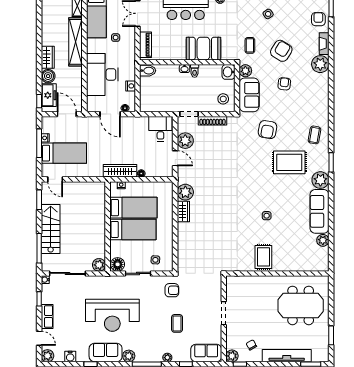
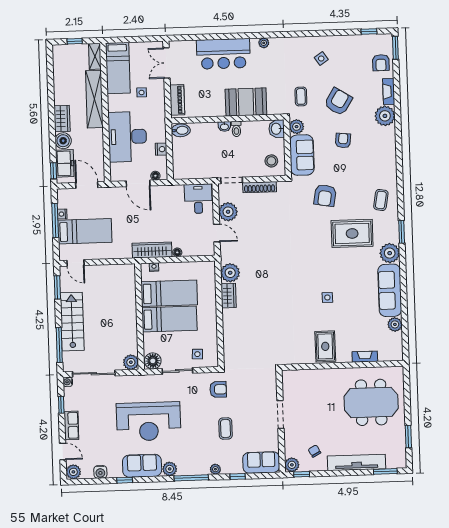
armchair: (318, 19) -> (381, 63), turned 180
fireplace: (297, 267) -> (365, 357), added

